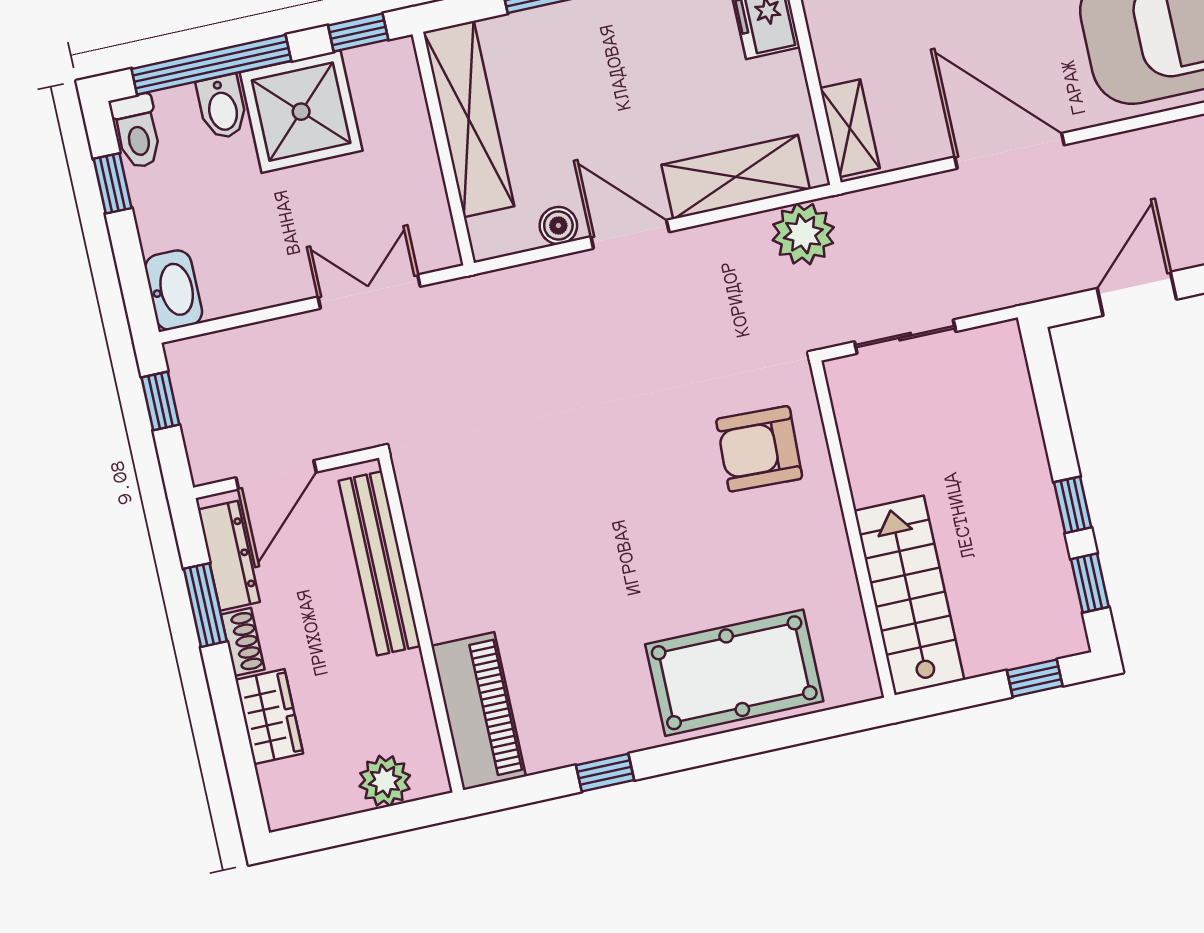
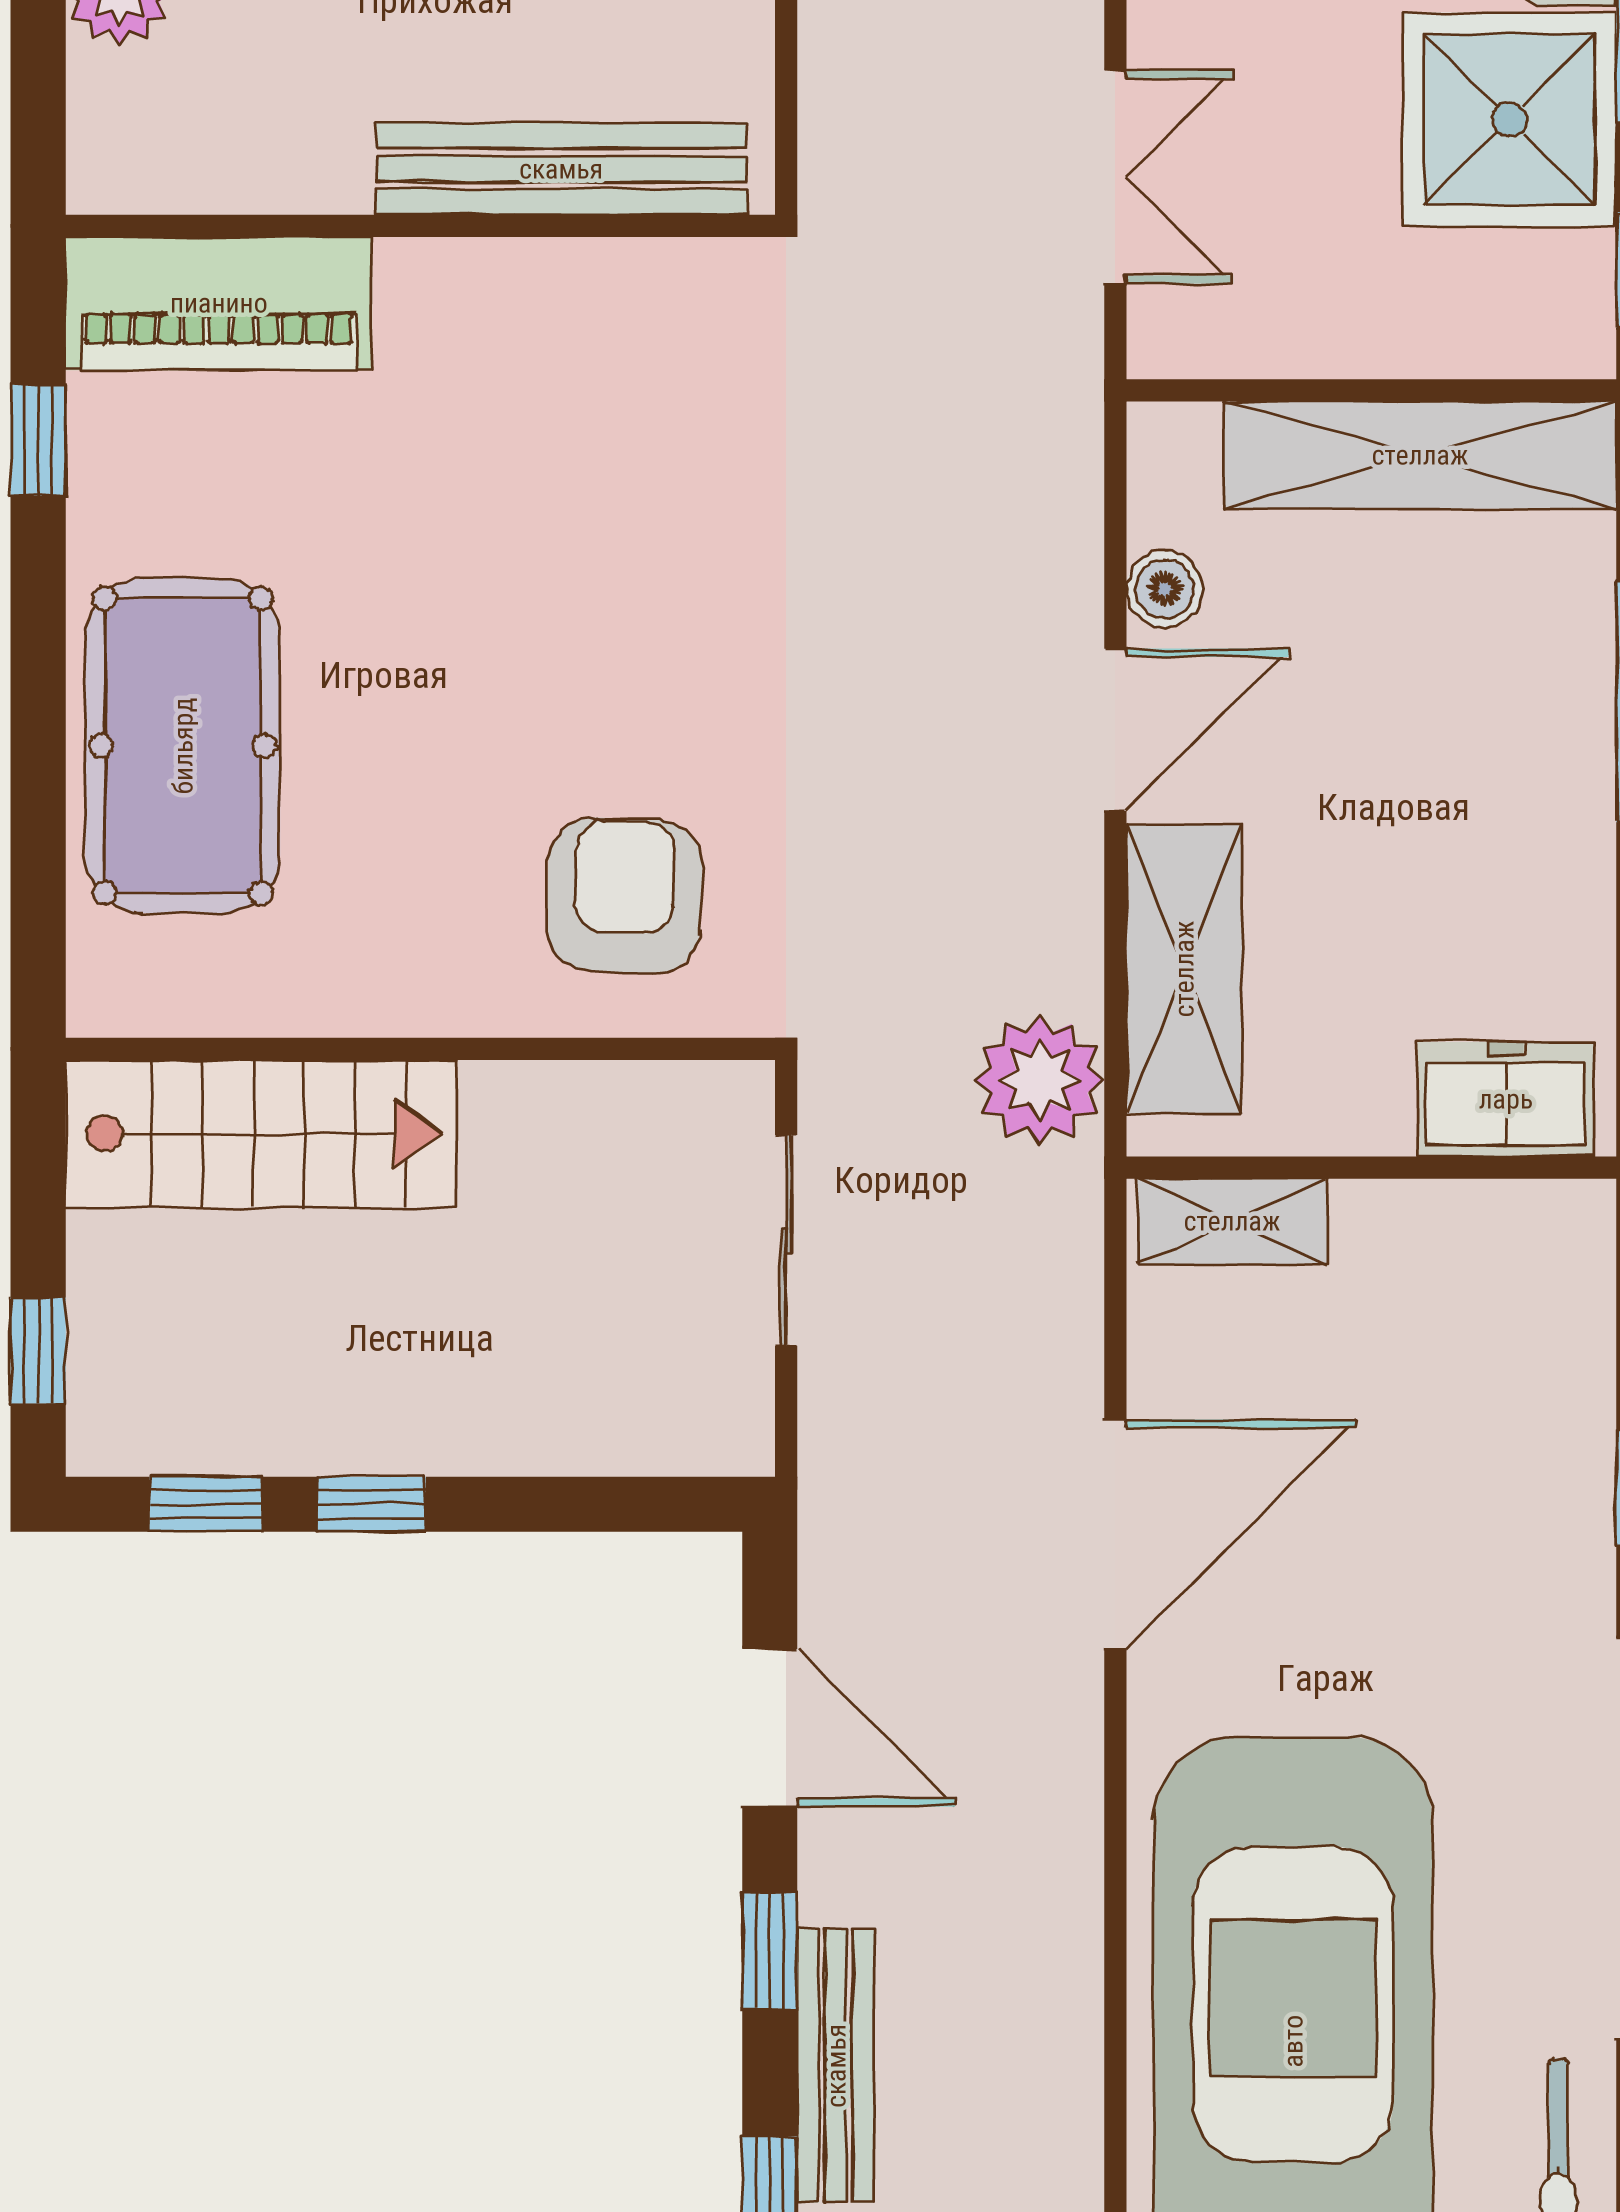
bench: (380, 563) -> (561, 169), moved
wall: (421, 624) -> (420, 226), moved
piano: (479, 711) -> (219, 303), moved

